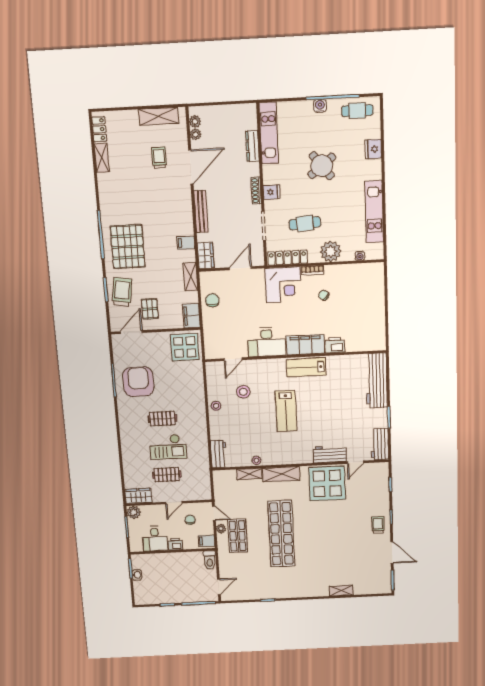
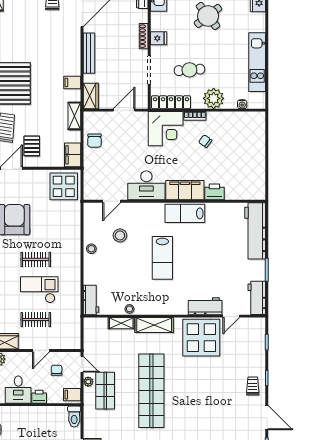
chair: (212, 300) -> (94, 141), turned 180
checkout: (168, 447) -> (39, 290), turned 180

